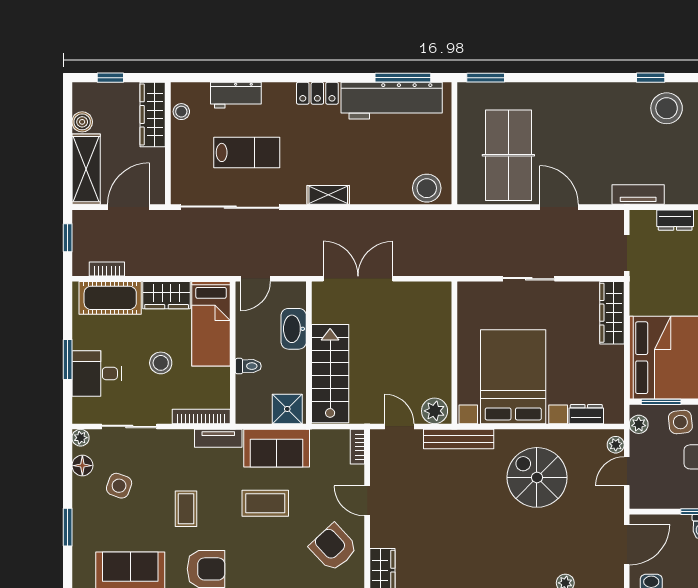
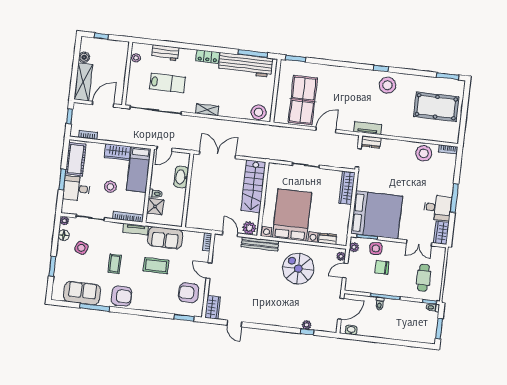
wardrobe: (153, 114) -> (121, 58), removed
door: (559, 207) -> (326, 130), hinge flipped
dresser: (675, 220) -> (371, 142), moved
cot: (110, 298) -> (76, 159), moved, turned 90
stairs: (330, 374) -> (253, 186), moved, turned 180
shower: (287, 409) -> (155, 206), moved
armchair: (333, 547) -> (189, 293), turned -47

